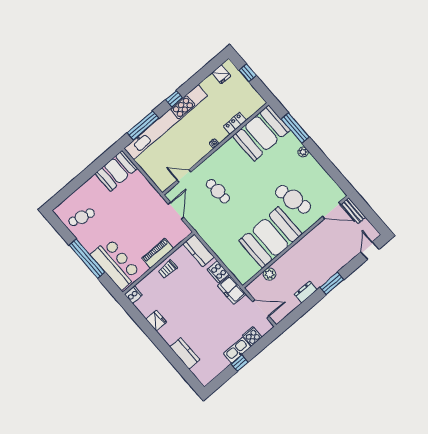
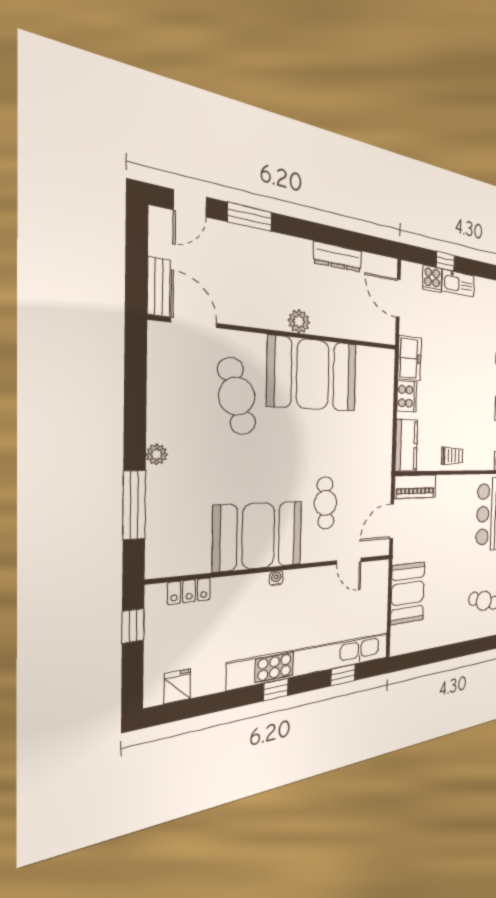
window: (248, 73) -> (133, 626), moved
locker: (235, 123) -> (189, 591), moved
window: (143, 126) -> (343, 675), width x0.46
booth: (261, 133) -> (258, 536), moved
booth: (116, 171) -> (408, 593), moved, turned 90
piano: (158, 253) -> (415, 487), moved
plant: (269, 274) -> (299, 321), moved
window: (332, 284) -> (250, 217), moved
dresser: (306, 292) -> (338, 257), width x1.44
window: (240, 363) -> (445, 261), moved

